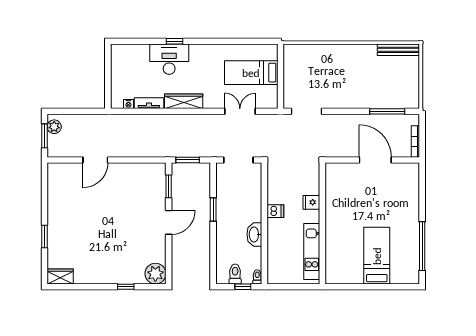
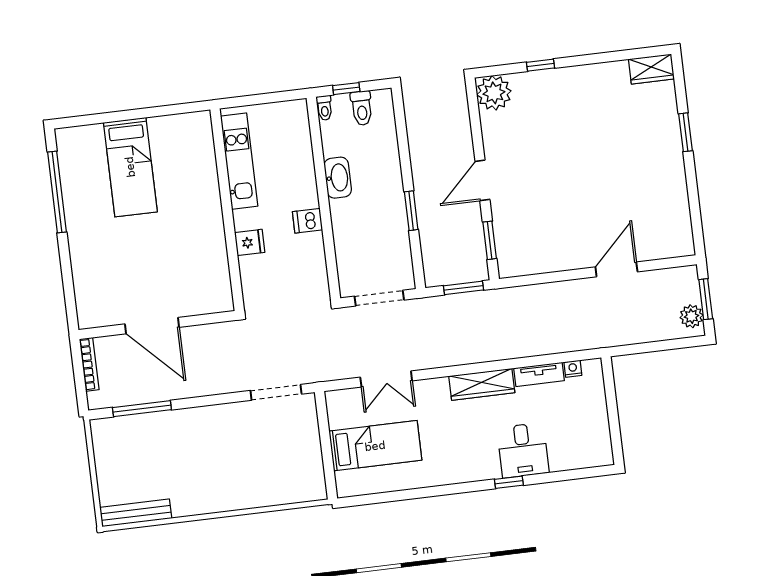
desk: (169, 59) -> (523, 450), width x0.73

